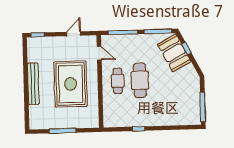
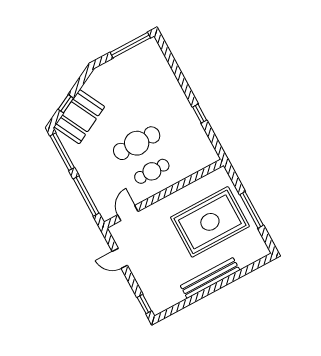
rug: (71, 84) -> (210, 222), moved

